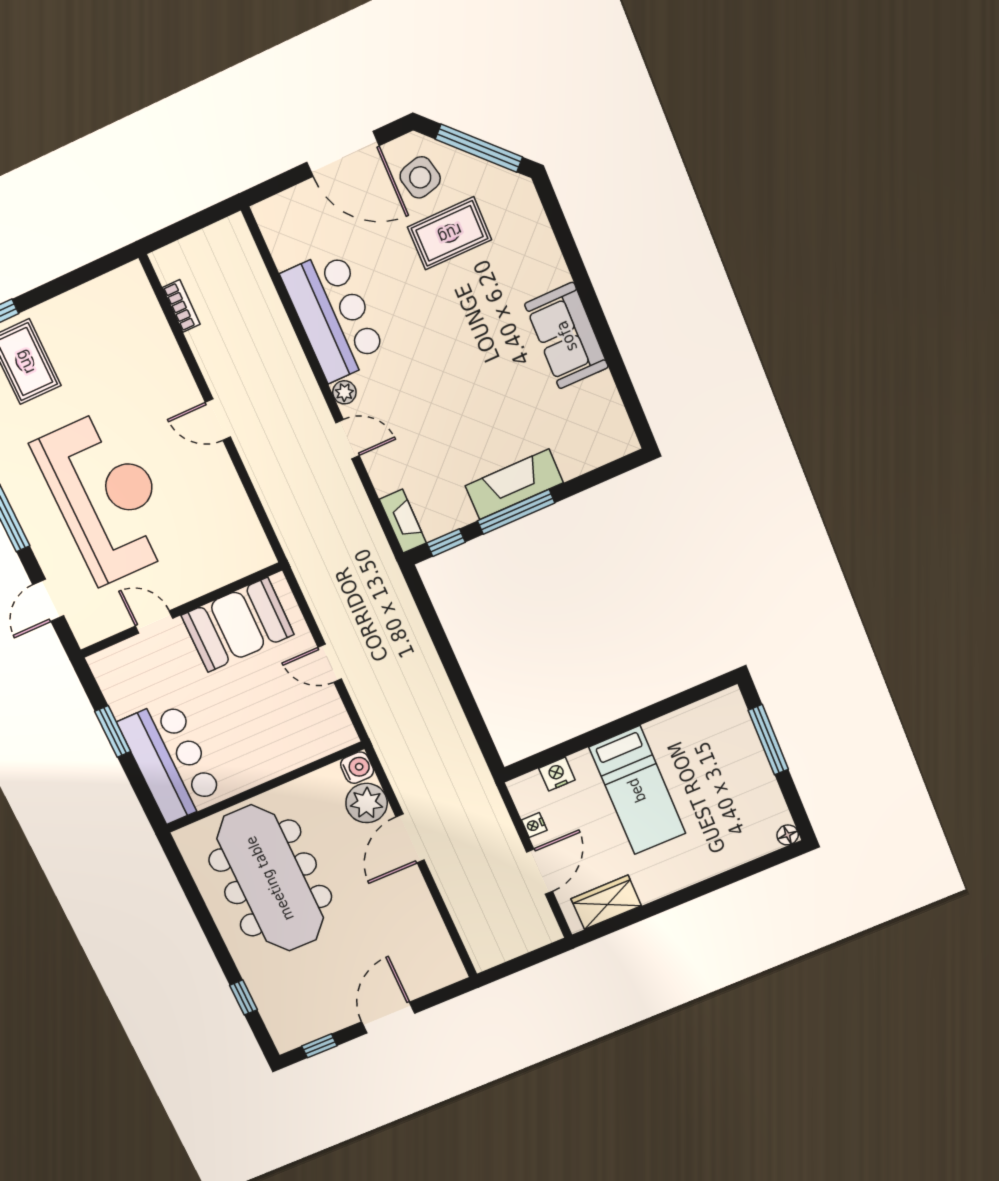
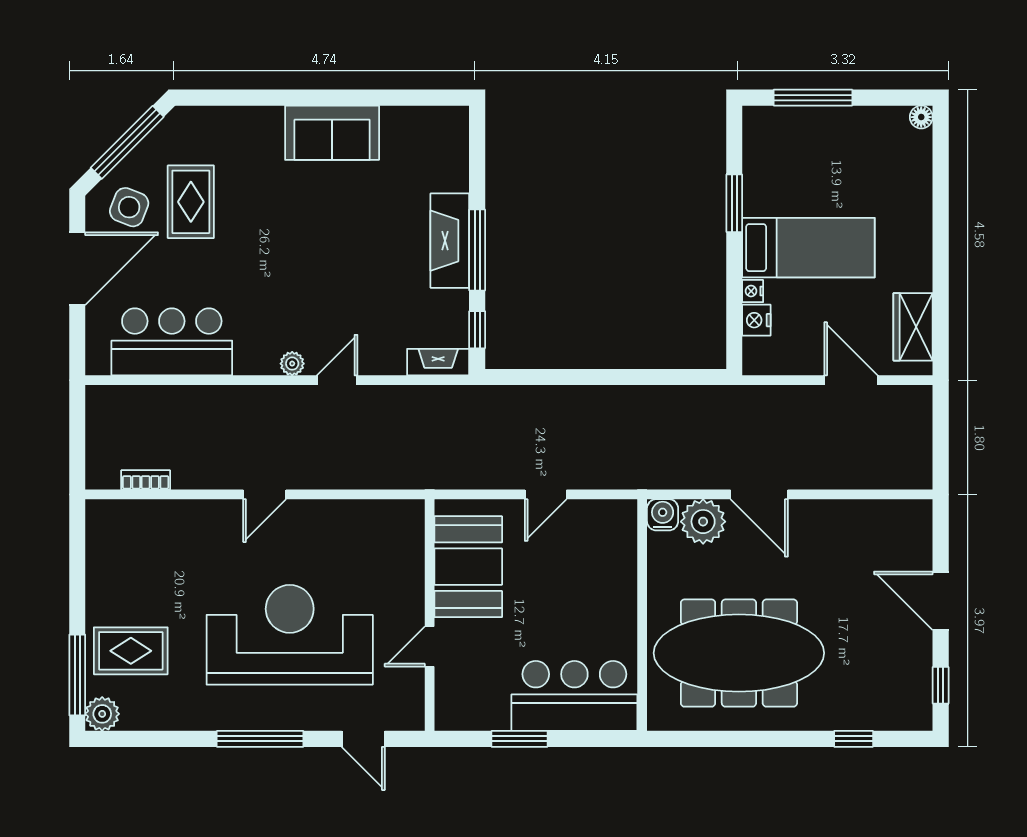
side table: (420, 177) -> (129, 207), turned 35
bar counter: (334, 316) -> (172, 342), moved
window: (650, 713) -> (734, 203), added
nightstand: (534, 825) -> (753, 291), moved, turned 90

